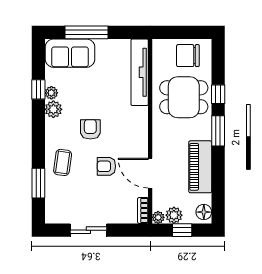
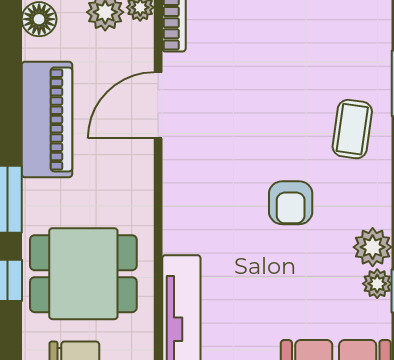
armchair: (106, 166) -> (255, 121), removed
door: (150, 173) -> (158, 105), swing flipped

